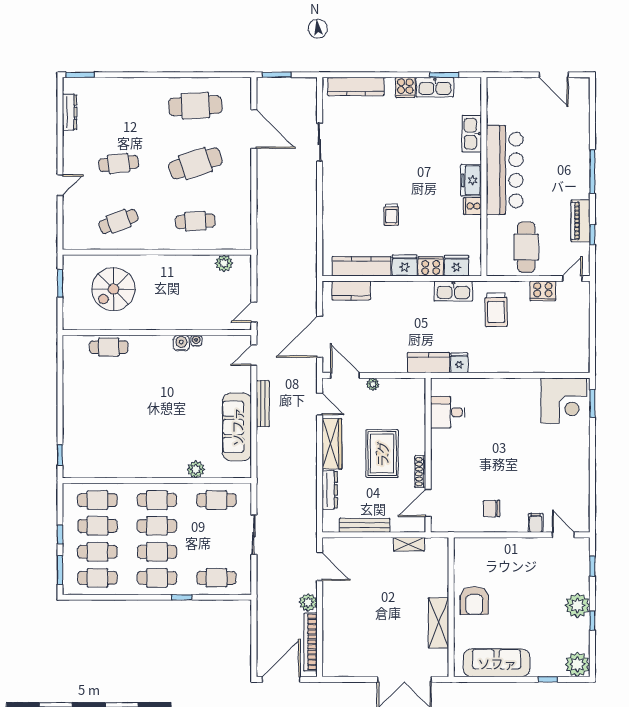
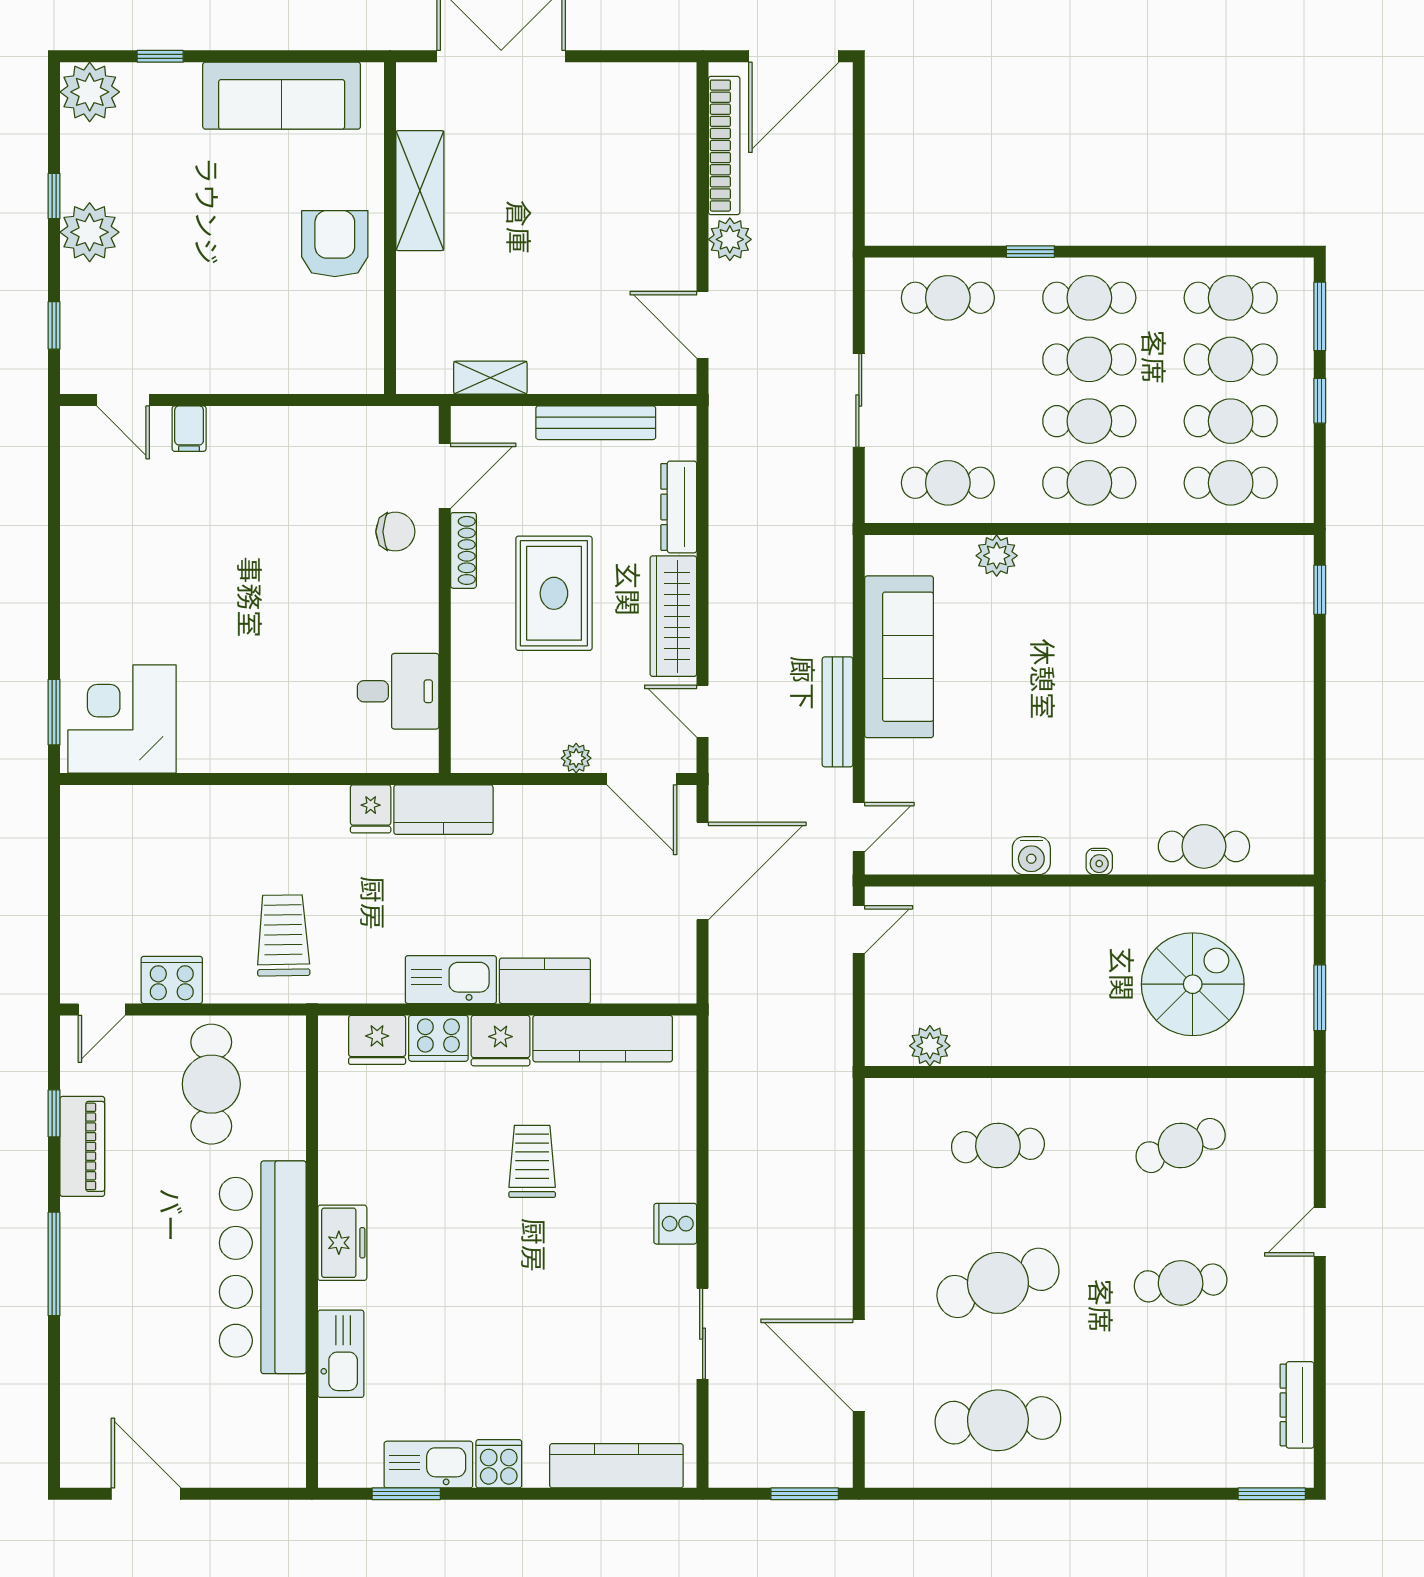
cooker: (472, 206) -> (675, 1224), moved, turned 180
trolley: (391, 215) -> (532, 1161), width x1.36, depth x1.39
kitchen counter: (351, 291) -> (545, 981), moved
kitchen sink: (453, 291) -> (451, 980), moved
water cooler: (196, 341) -> (1099, 862), moved
chair: (492, 508) -> (395, 532), moved

